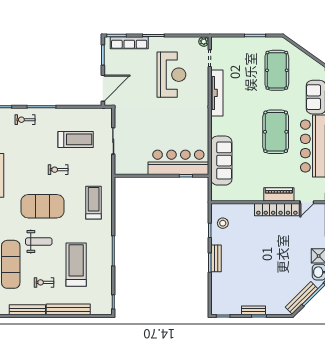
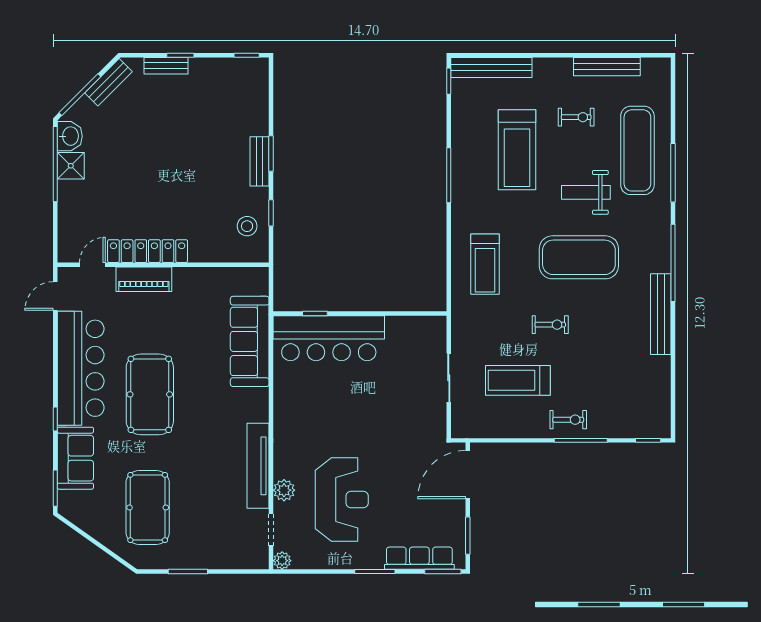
reception desk: (171, 75) -> (342, 500), turned 180
plant: (203, 80) -> (284, 490), added
exercise bike: (25, 120) -> (568, 420), moved
bench: (302, 298) -> (108, 82), width x0.73
bench: (68, 309) -> (491, 68), moved
bench: (253, 310) -> (166, 66), moved

